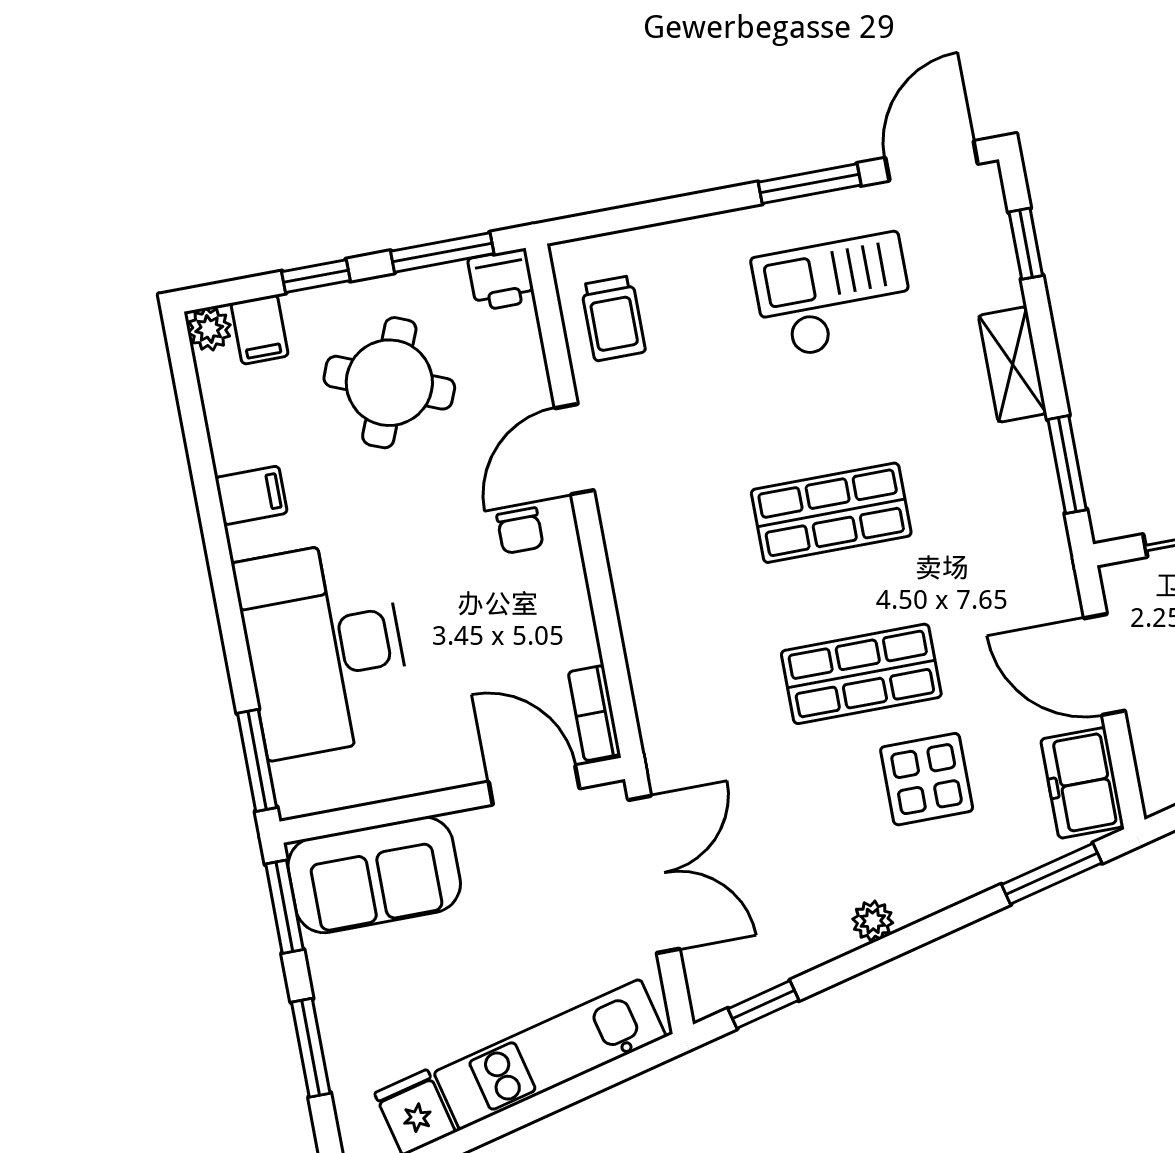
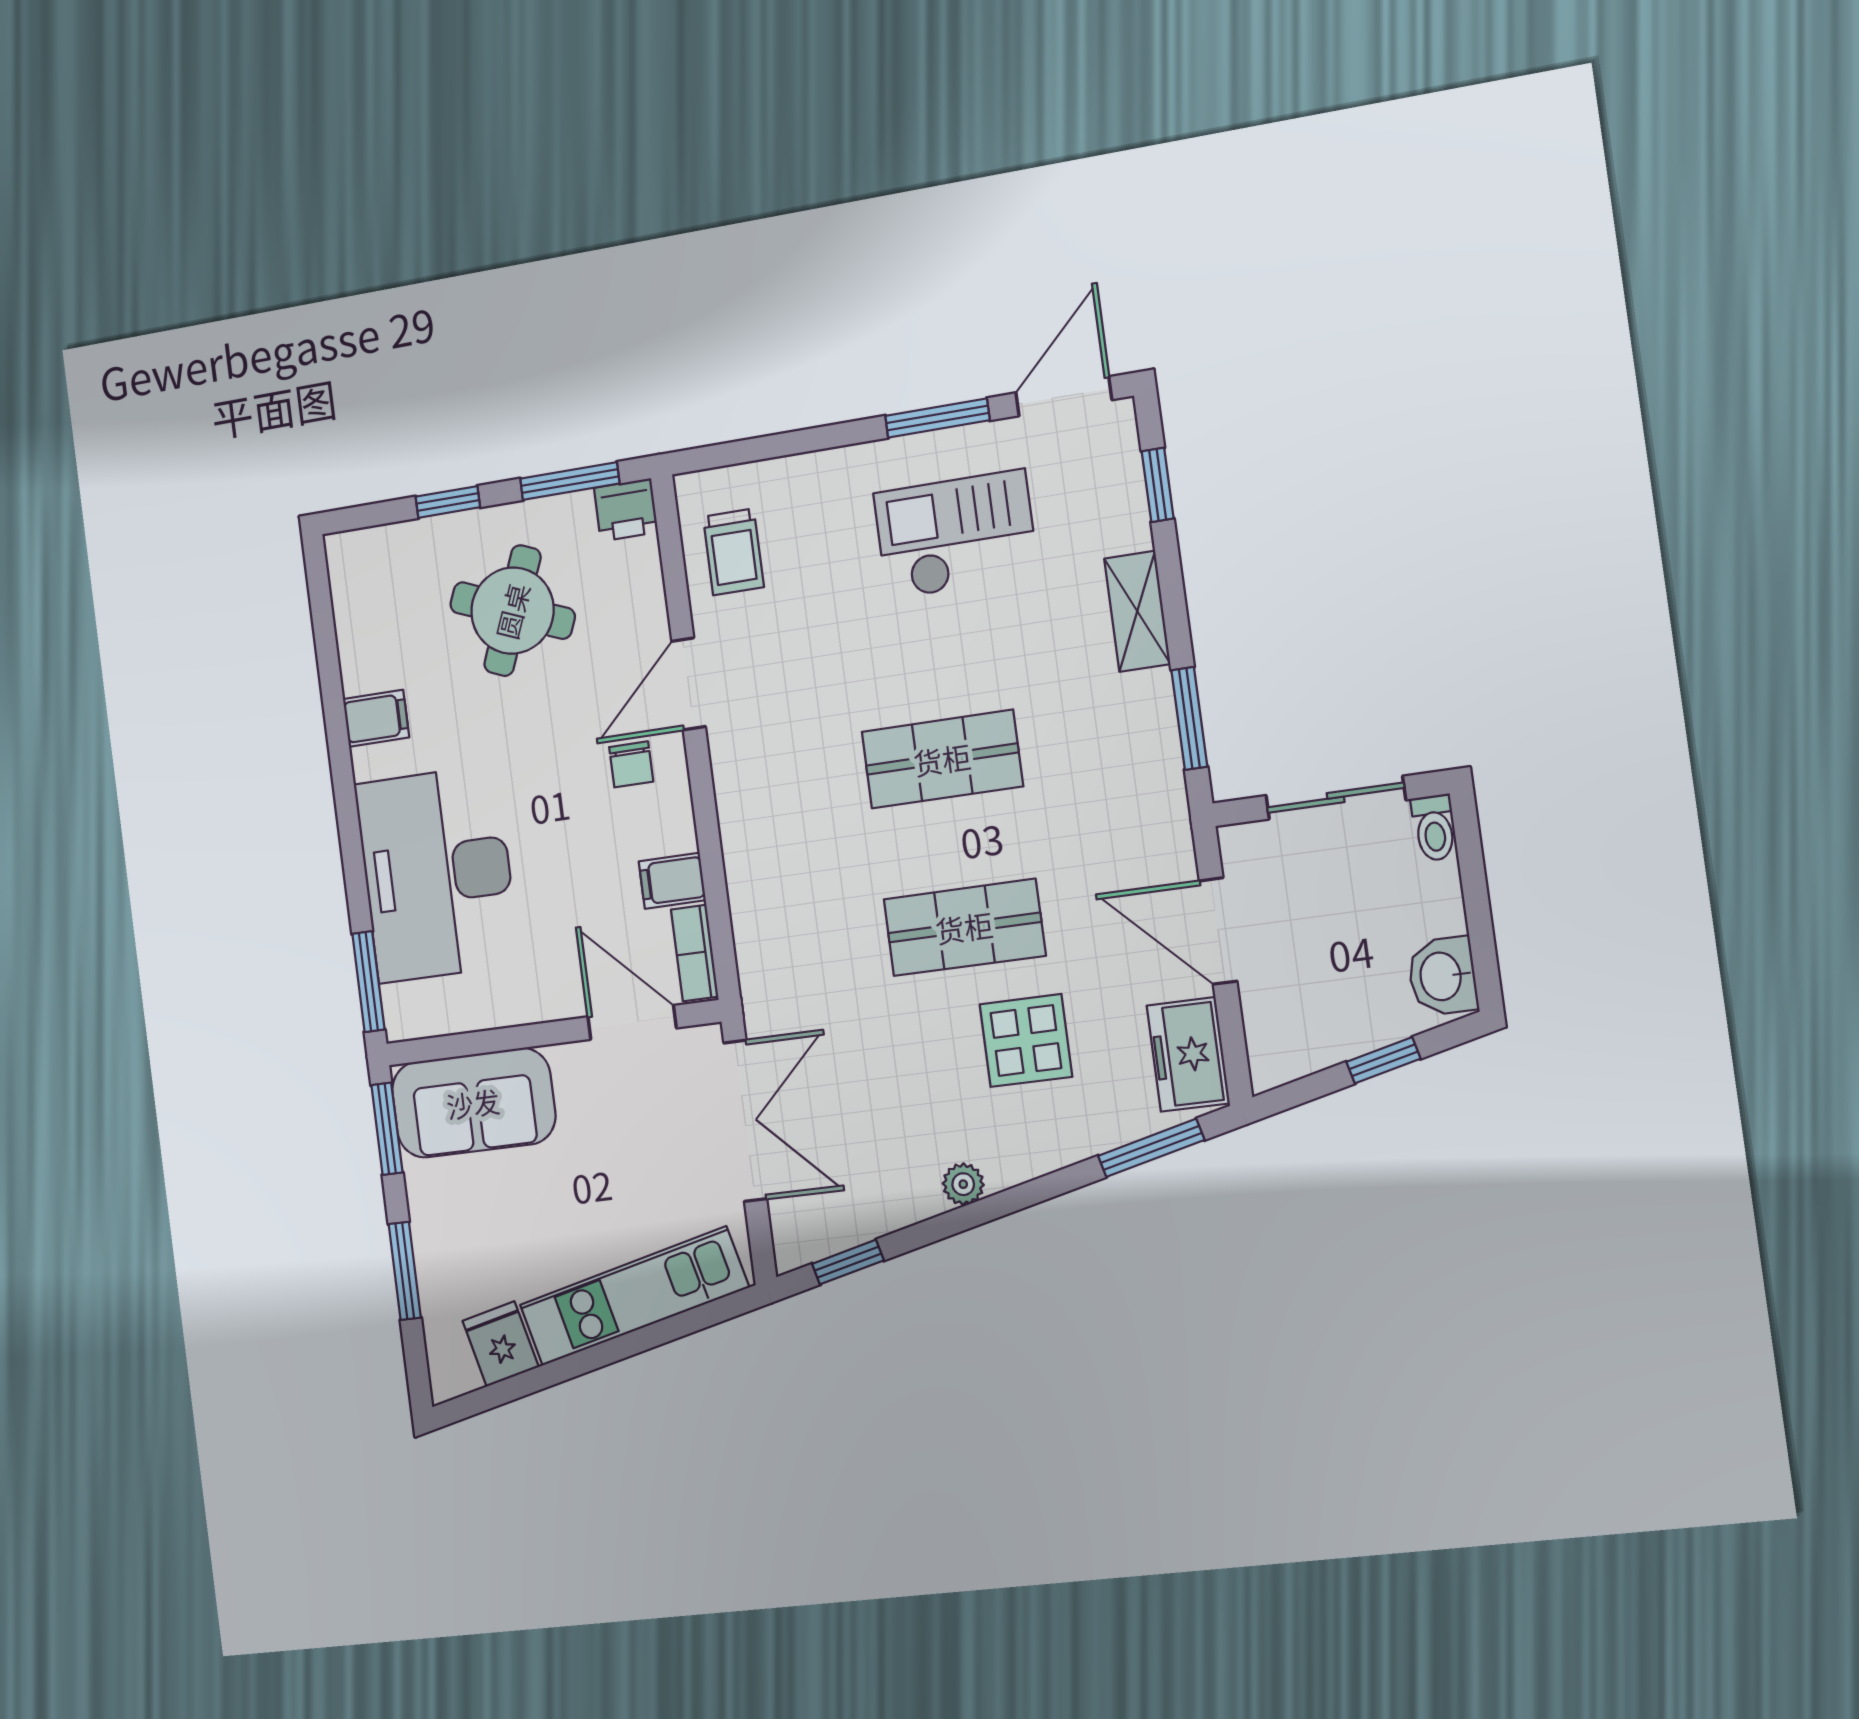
plant: (209, 329) -> (345, 552), removed
filing cabinet: (260, 329) -> (672, 881), moved, turned 90

